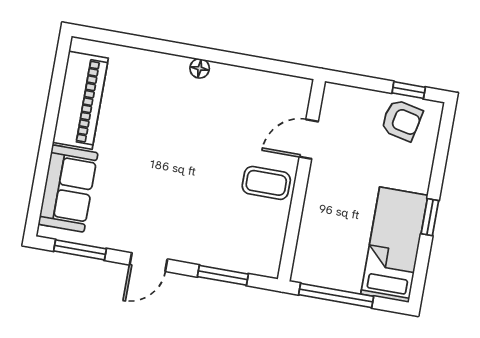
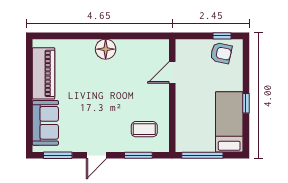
floor lamp: (200, 68) -> (106, 49), width x1.89, depth x1.89
coffee table: (266, 183) -> (144, 129), moved

